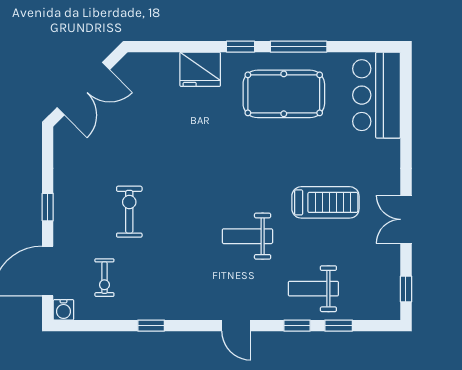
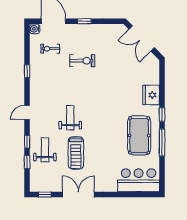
treadmill: (325, 202) -> (76, 153), moved
double door: (406, 219) -> (78, 195), width x1.37

